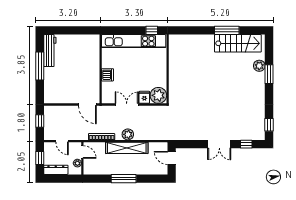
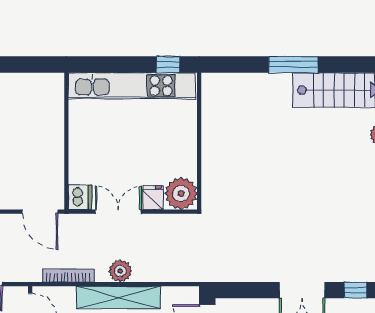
window: (227, 30) -> (293, 65), moved
dishwasher: (107, 75) -> (80, 197), moved

